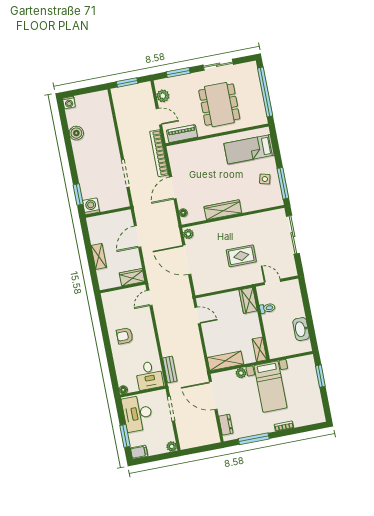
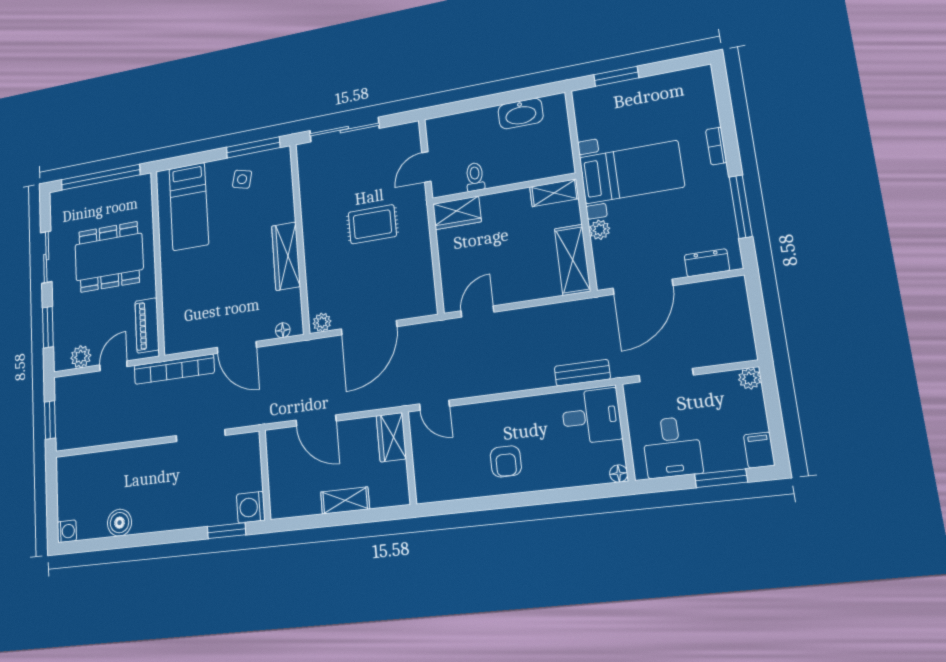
rug: (241, 256) -> (372, 224), turned 90
desk: (137, 413) -> (672, 447), width x0.73

